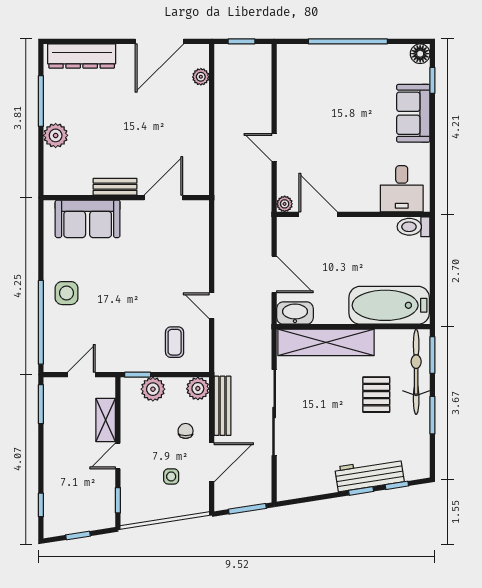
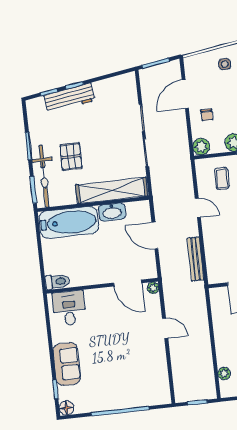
washbasin: (295, 313) -> (112, 212), moved
bench: (223, 406) -> (196, 259), moved
side table: (171, 476) -> (225, 64), moved

